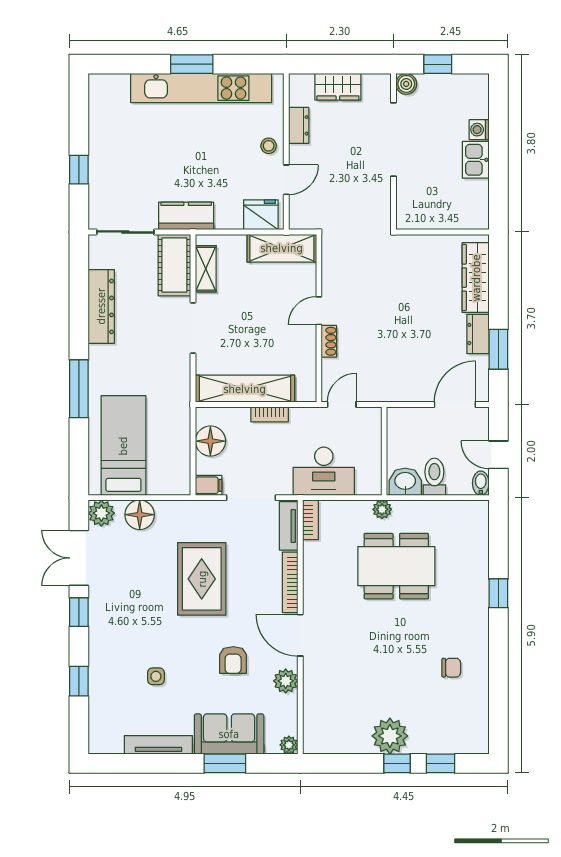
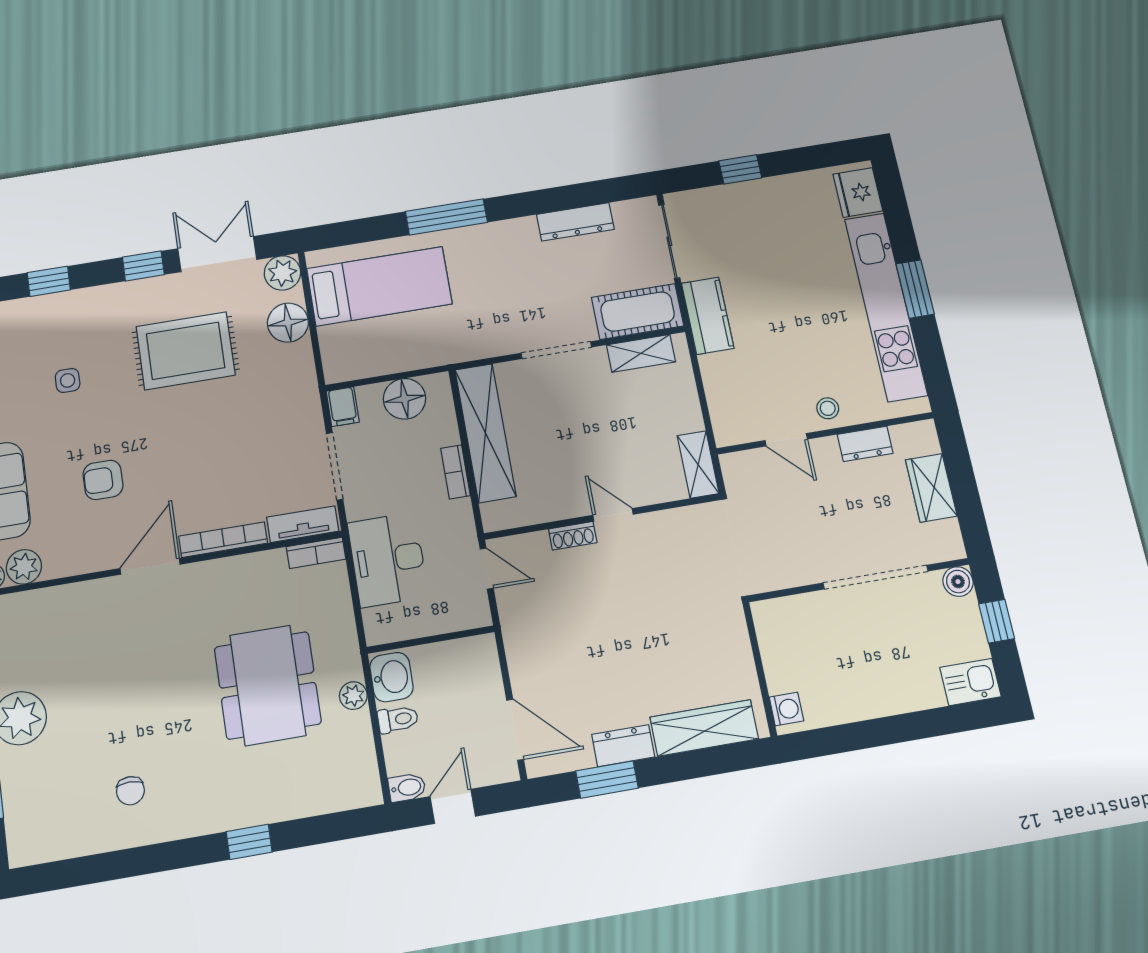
washing machine: (479, 130) -> (786, 709), moved, turned 90
kitchen sink: (476, 160) -> (970, 682), moved
fridge: (261, 215) -> (858, 193), moved, turned 180
shelving: (282, 248) -> (698, 464), width x0.67, depth x0.75
dresser: (101, 306) -> (575, 222), width x0.73, depth x0.80
toilet: (434, 477) -> (398, 719), width x0.73, depth x0.72
plant: (382, 509) -> (353, 696), moved
rug: (202, 579) -> (186, 351), moved
plant: (286, 681) -> (24, 567), moved

